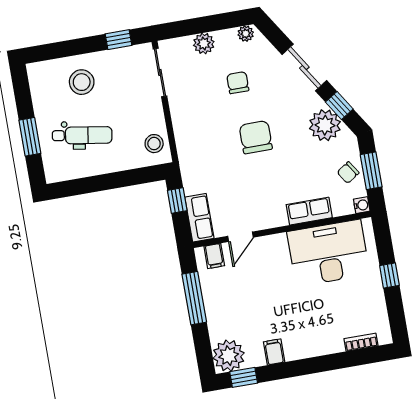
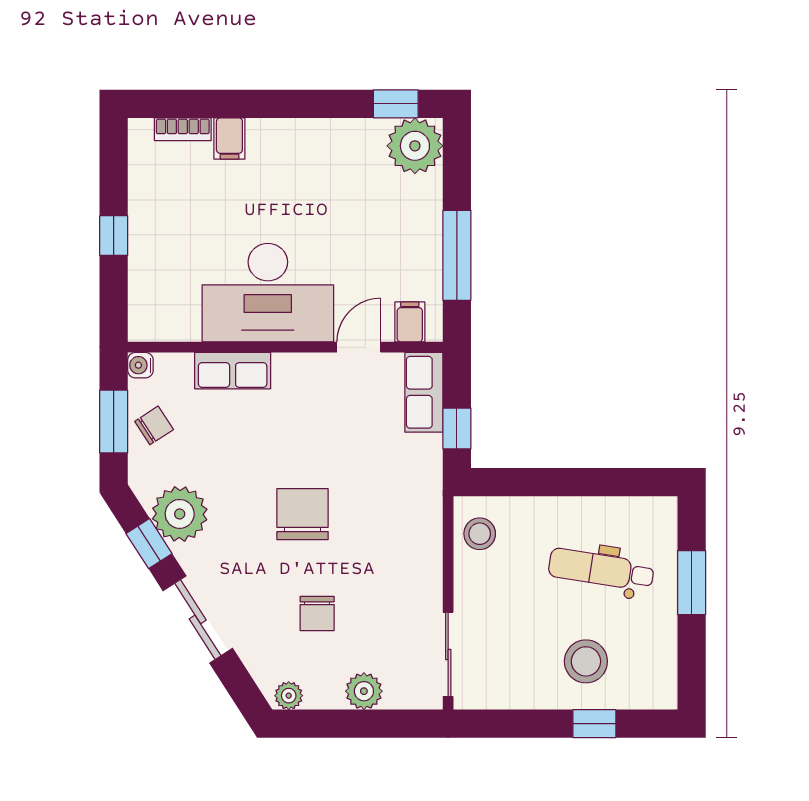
window: (119, 40) -> (594, 724), moved
chair: (256, 137) -> (302, 514), turned 180
desk: (328, 253) -> (268, 293), moved
filing cabinet: (274, 352) -> (229, 139), moved

